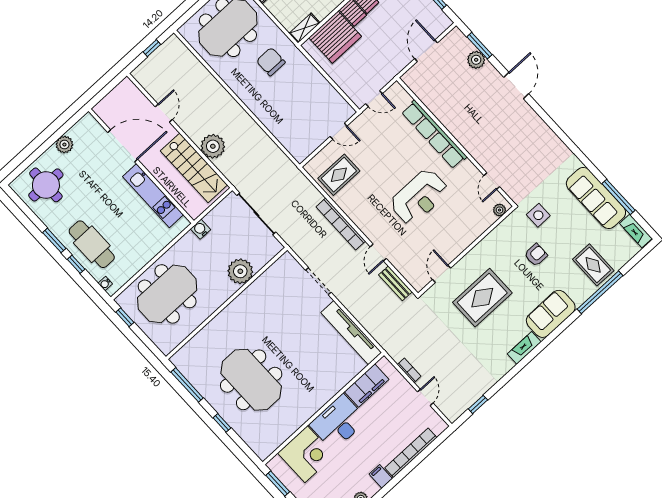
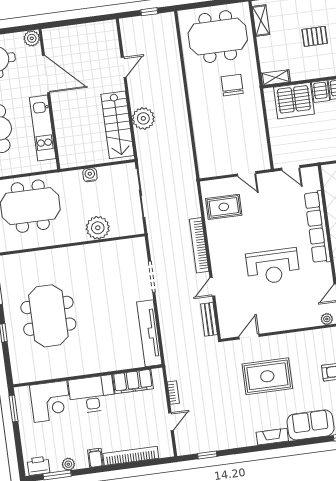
door: (123, 146) -> (46, 74), moved
wall: (141, 166) -> (49, 99), moved
kitchen unit: (153, 196) -> (43, 128), moved

